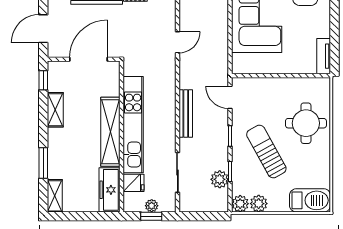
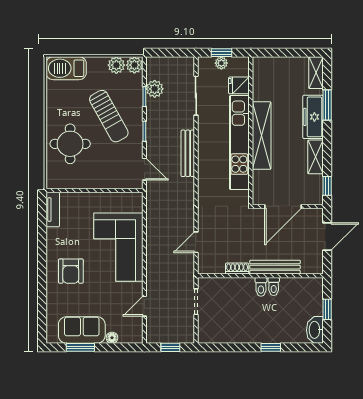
door: (177, 42) -> (196, 242), moved
freezer: (110, 190) -> (313, 117), moved, turned 180

